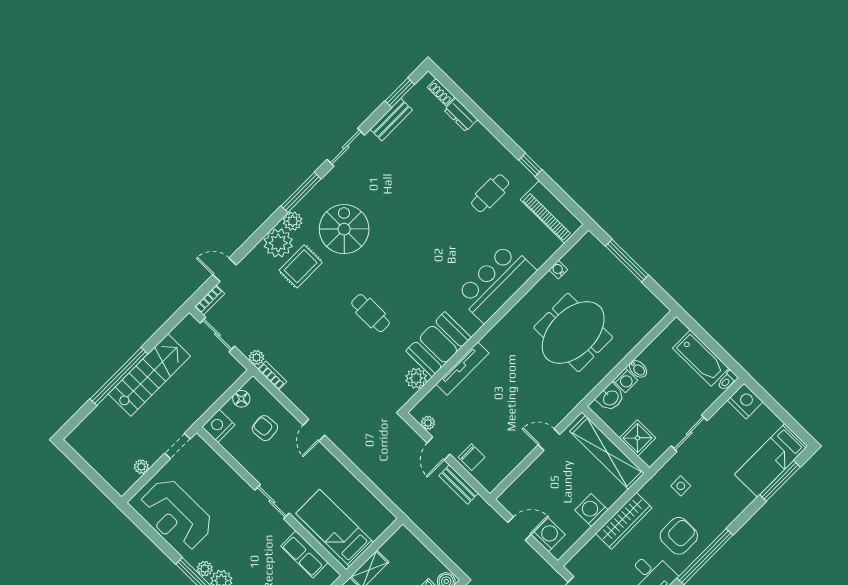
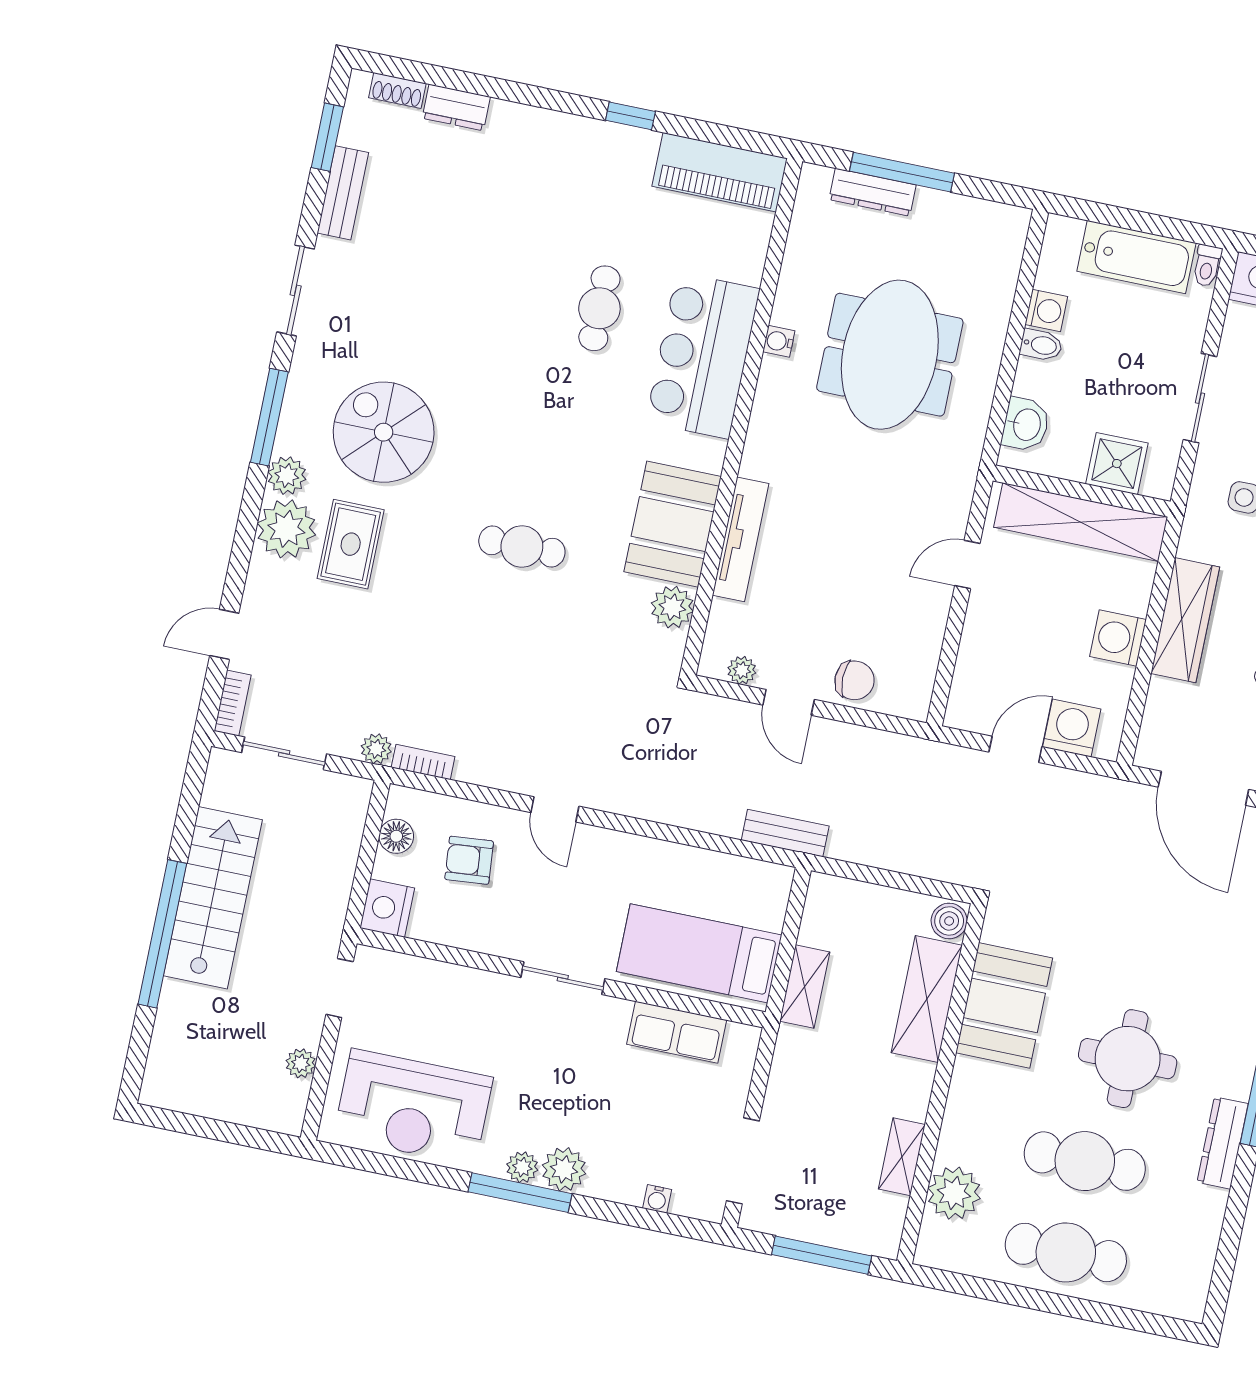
cafe table: (490, 193) -> (599, 308), moved
dresser: (609, 261) -> (873, 192), added
water cooler: (558, 270) -> (779, 341), moved
washing machine: (625, 380) -> (1046, 310), moved
bench: (459, 485) -> (785, 833), moved

